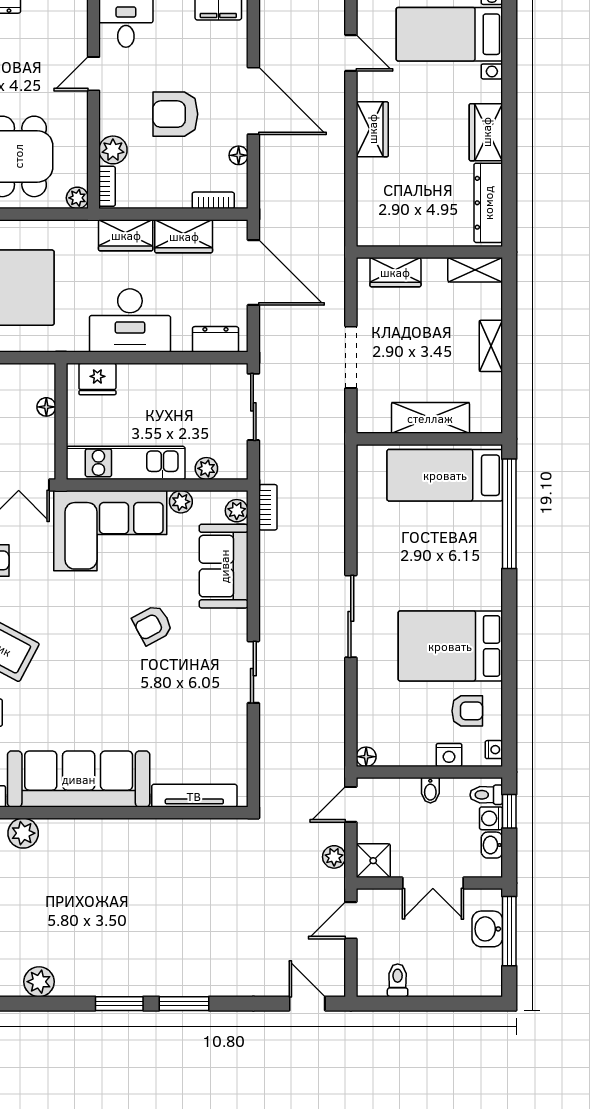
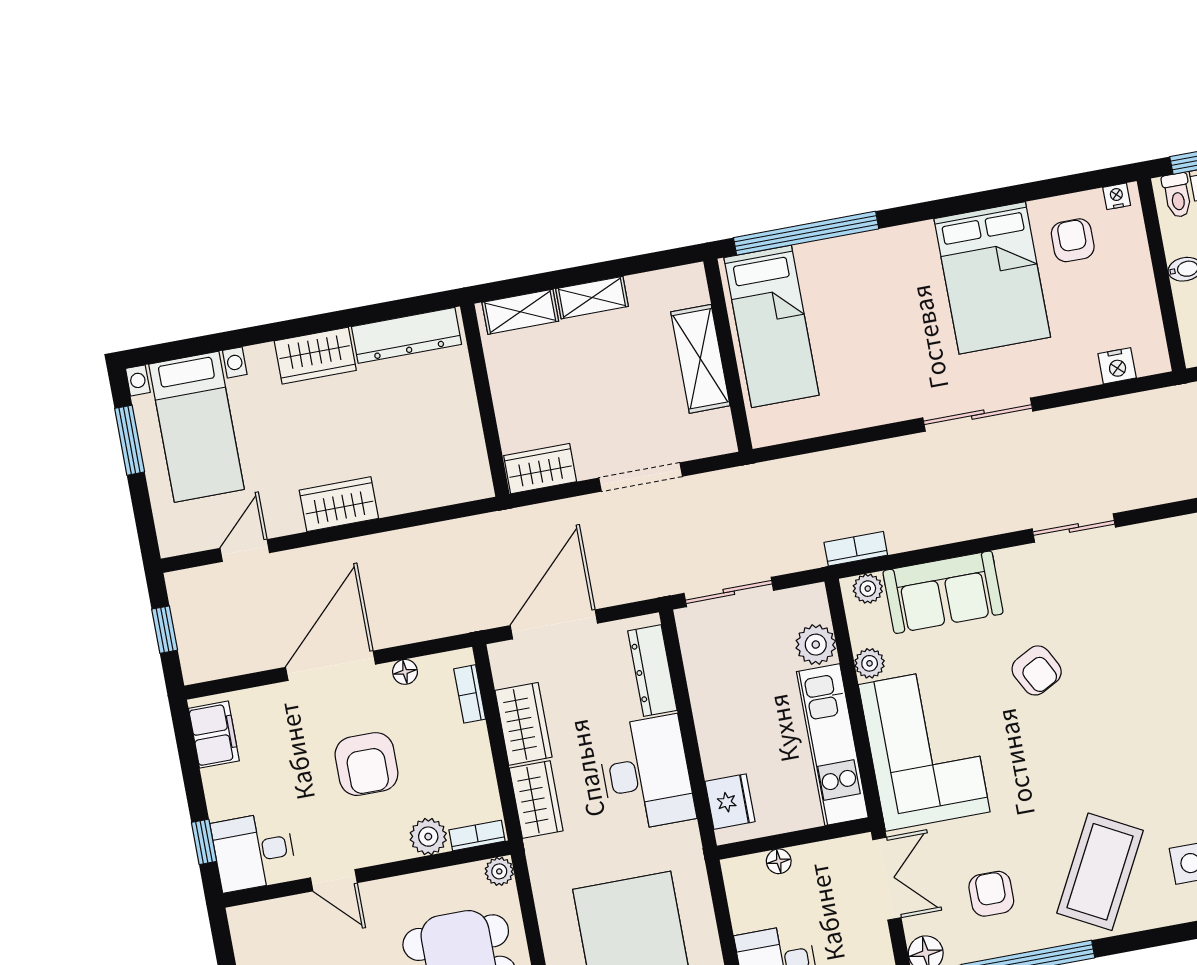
shelving: (475, 270) -> (520, 312), moved, turned 90
wardrobe: (395, 272) -> (540, 469), moved, turned -90
dresser: (215, 339) -> (652, 671), width x1.44
plant: (206, 468) -> (816, 645), width x1.38, depth x1.38
nightstand: (449, 755) -> (1117, 366), moved, turned 90
floor lamp: (366, 757) -> (1157, 361), removed

